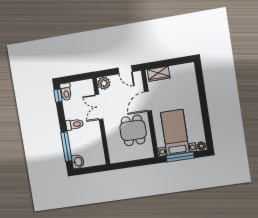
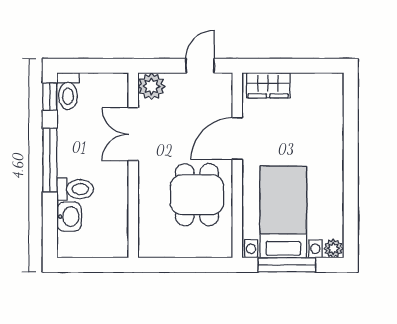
door: (125, 70) -> (200, 66), swing flipped
toilet: (75, 124) -> (75, 189), moved
window: (66, 147) -> (50, 160), moved
washbasin: (78, 162) -> (69, 217), moved

